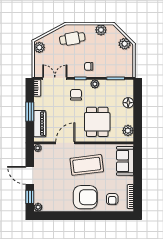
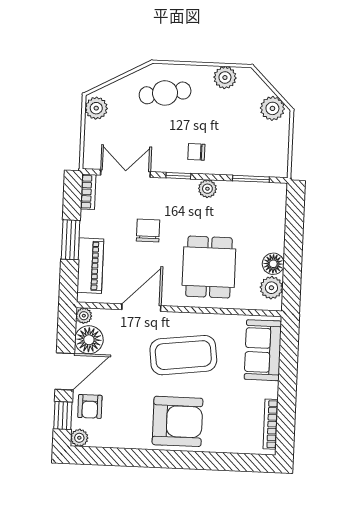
chair: (76, 95) -> (148, 231), moved
floor lamp: (128, 103) -> (273, 264), moved
floor lamp: (41, 160) -> (89, 340), added
door: (30, 175) -> (65, 371), swing flipped
armchair: (112, 199) -> (90, 406), moved

